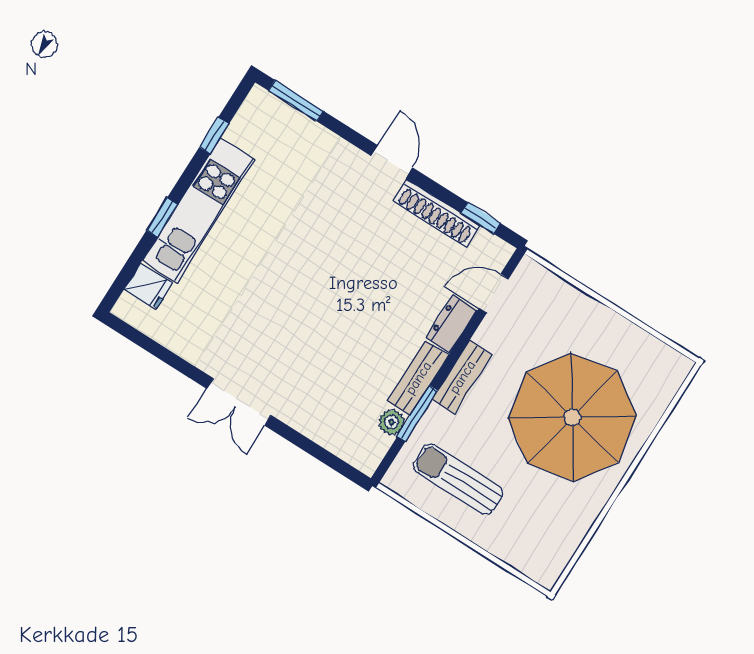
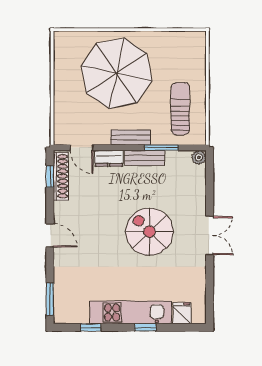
door: (392, 162) -> (50, 235), swing flipped
shoe rack: (437, 213) -> (61, 176), moved
spiral stairs: (302, 315) -> (150, 232), added
plant: (391, 422) -> (199, 157), moved
sun lounger: (458, 479) -> (180, 109), turned 180

